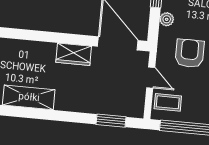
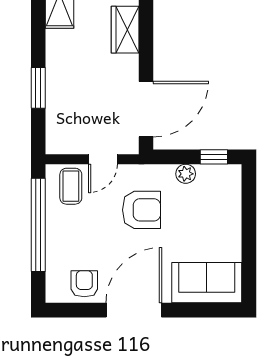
wardrobe: (74, 54) -> (125, 30), moved
window: (111, 121) -> (38, 88), moved

